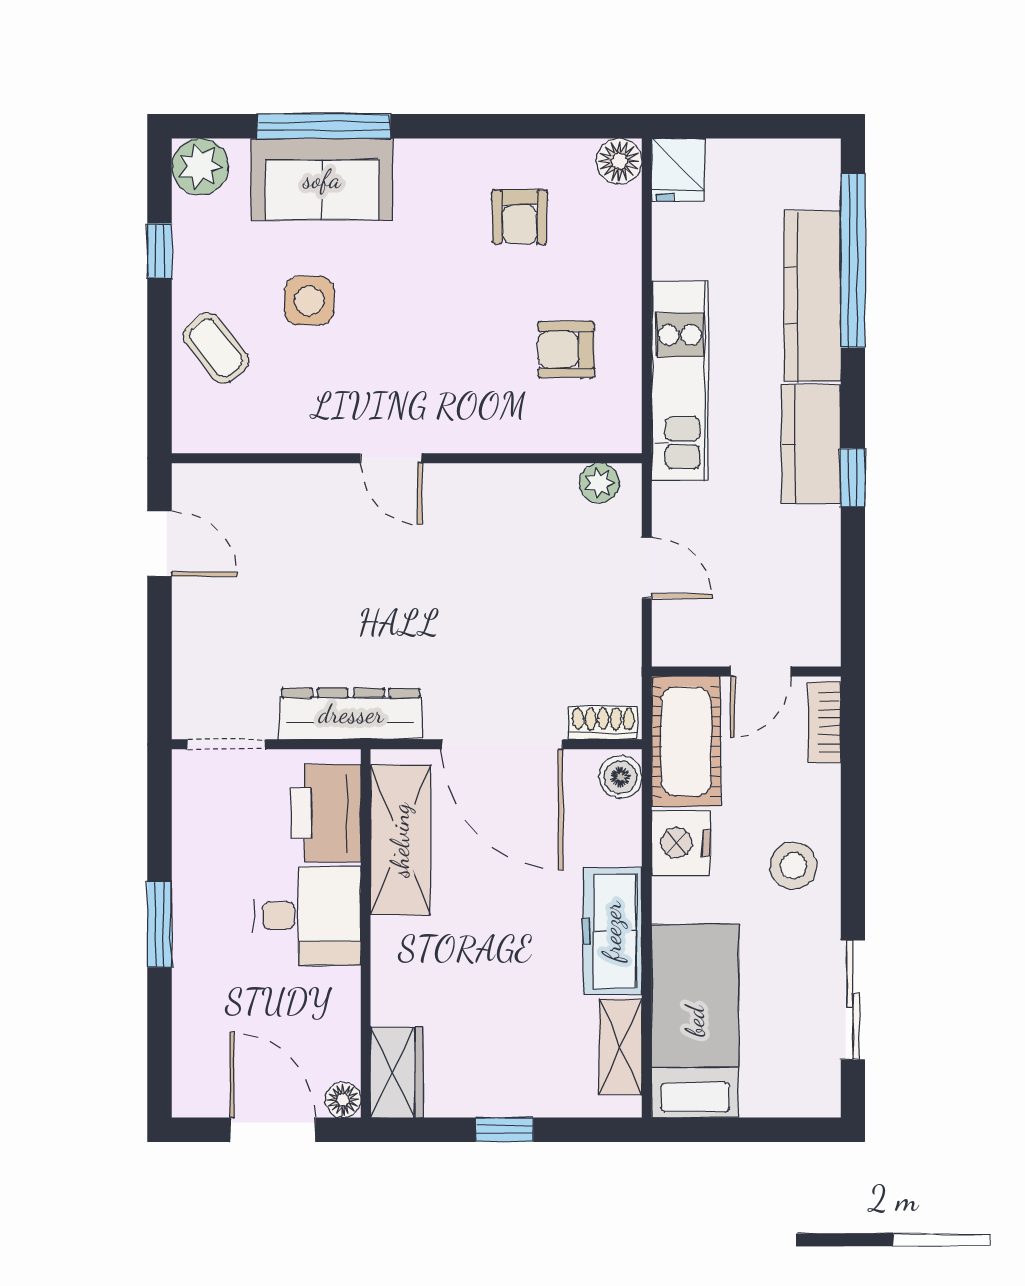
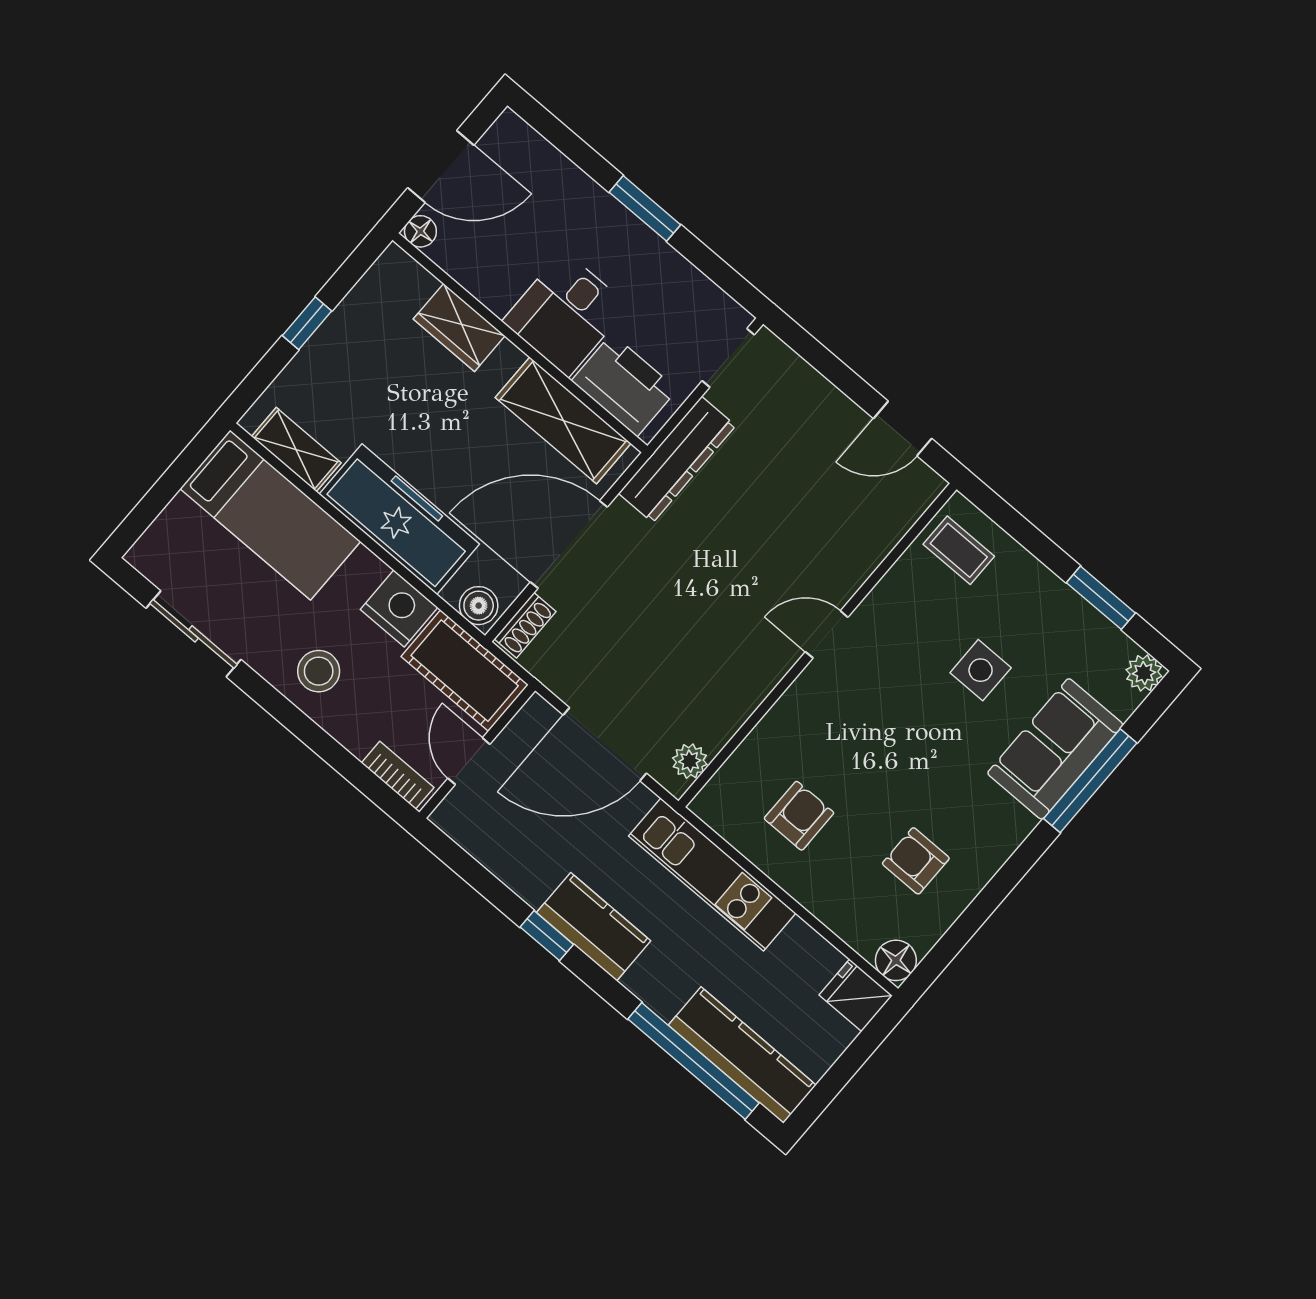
plant: (200, 167) -> (1144, 673), width x0.73, depth x0.73
window: (160, 251) -> (1101, 598), width x1.50
kitchen counter: (812, 296) -> (742, 1055), moved
coffee table: (216, 348) -> (959, 550), moved, turned 38
door: (647, 568) -> (605, 744), width x1.88
freezer: (612, 931) -> (399, 519), width x1.36, depth x1.26
wardrobe: (397, 1072) -> (459, 327), moved

